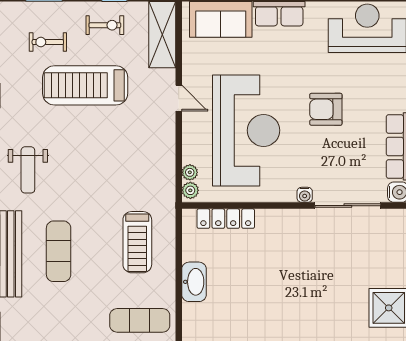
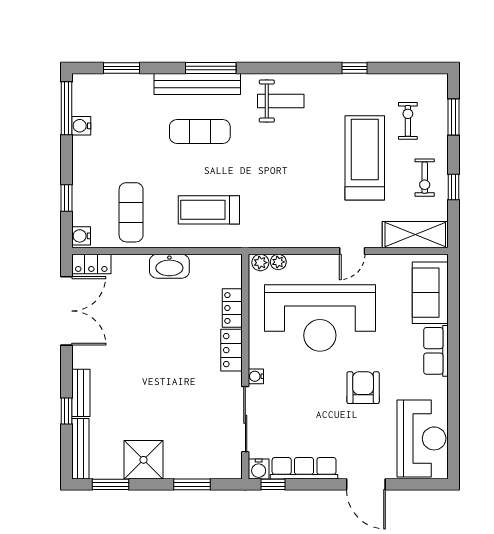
armchair: (326, 109) -> (363, 388), moved
weight bench: (28, 170) -> (281, 101), turned 180
locker: (226, 219) -> (232, 308), width x0.66
locker: (278, 219) -> (232, 350), added

